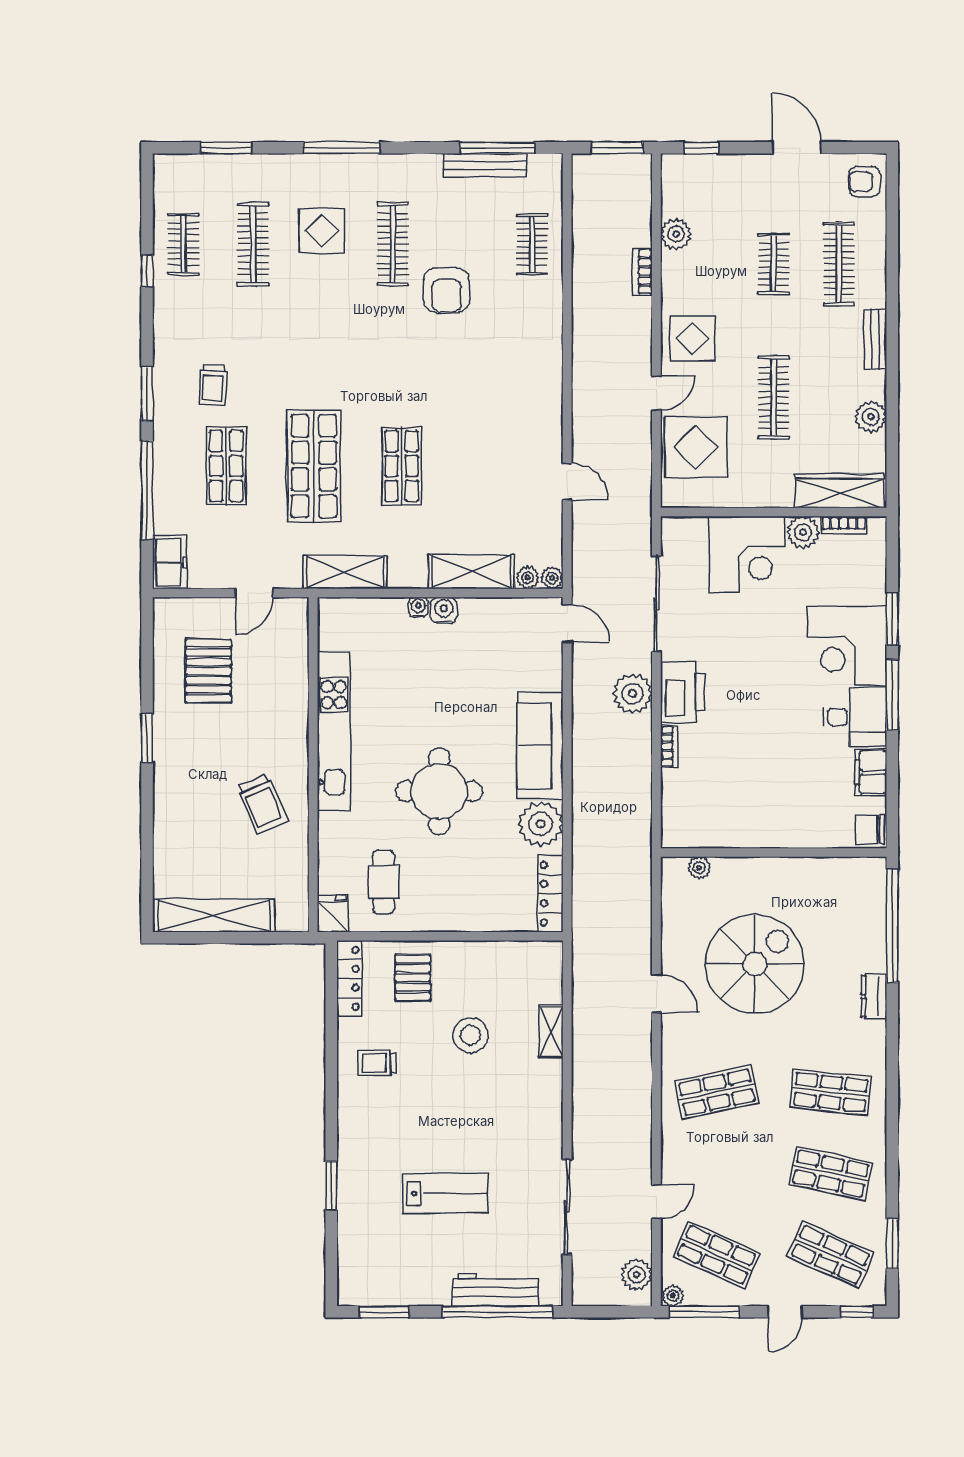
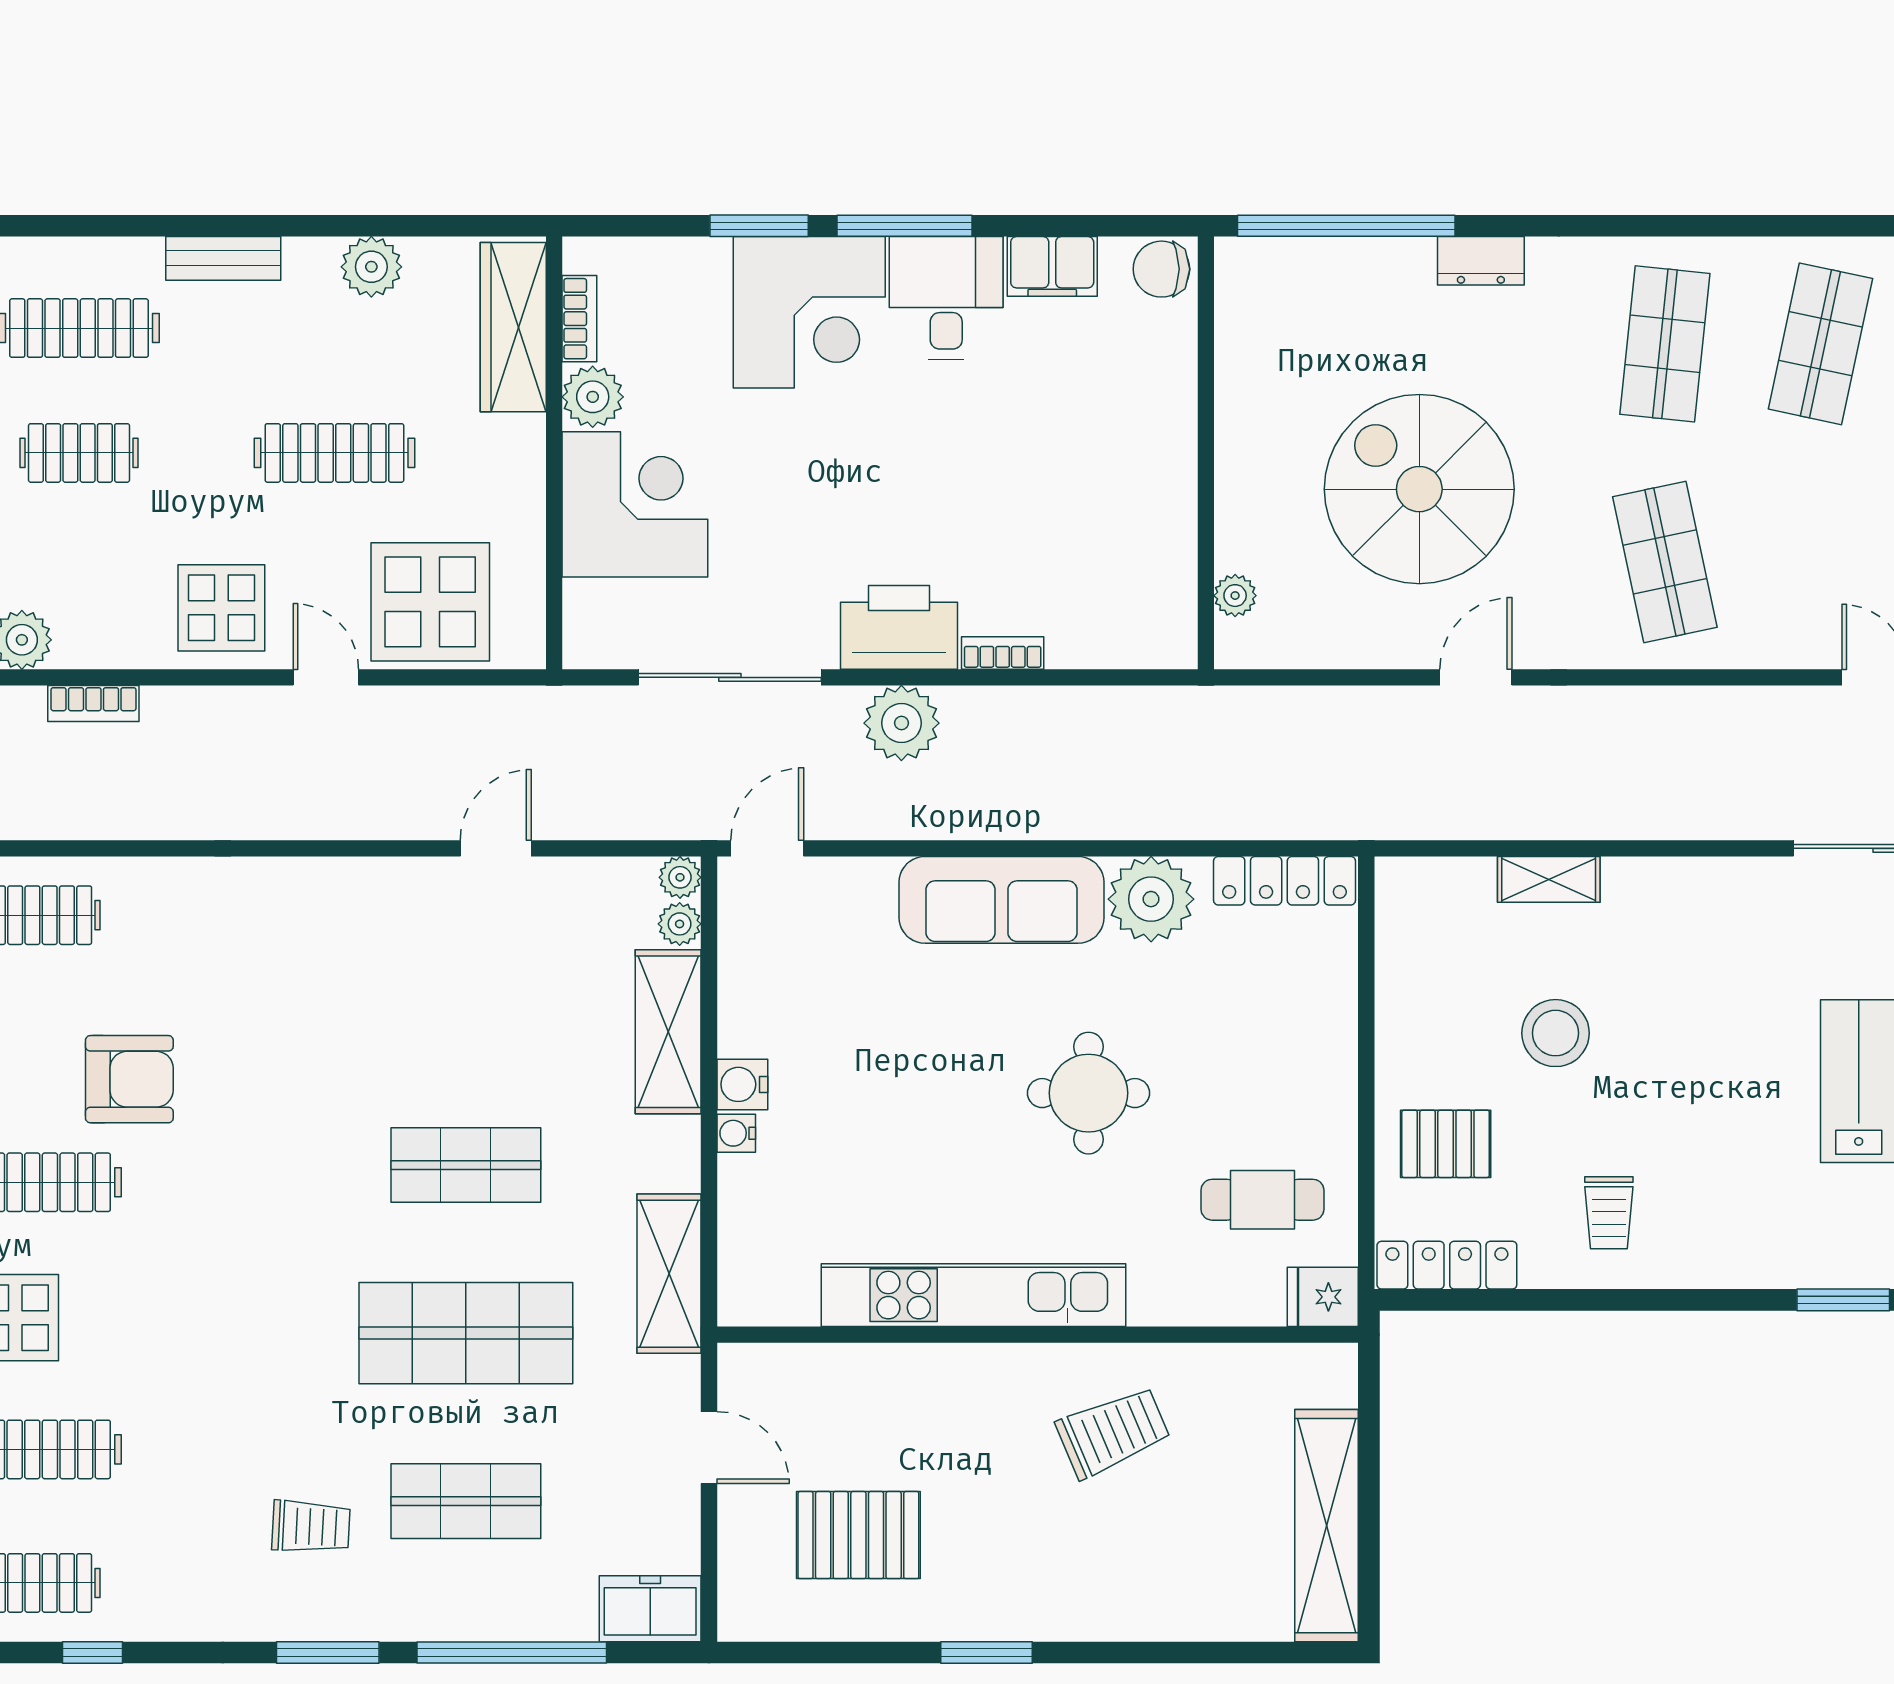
round table: (439, 791) -> (1089, 1093), width x0.73, depth x0.73
chair: (870, 829) -> (1161, 269), turned 90

